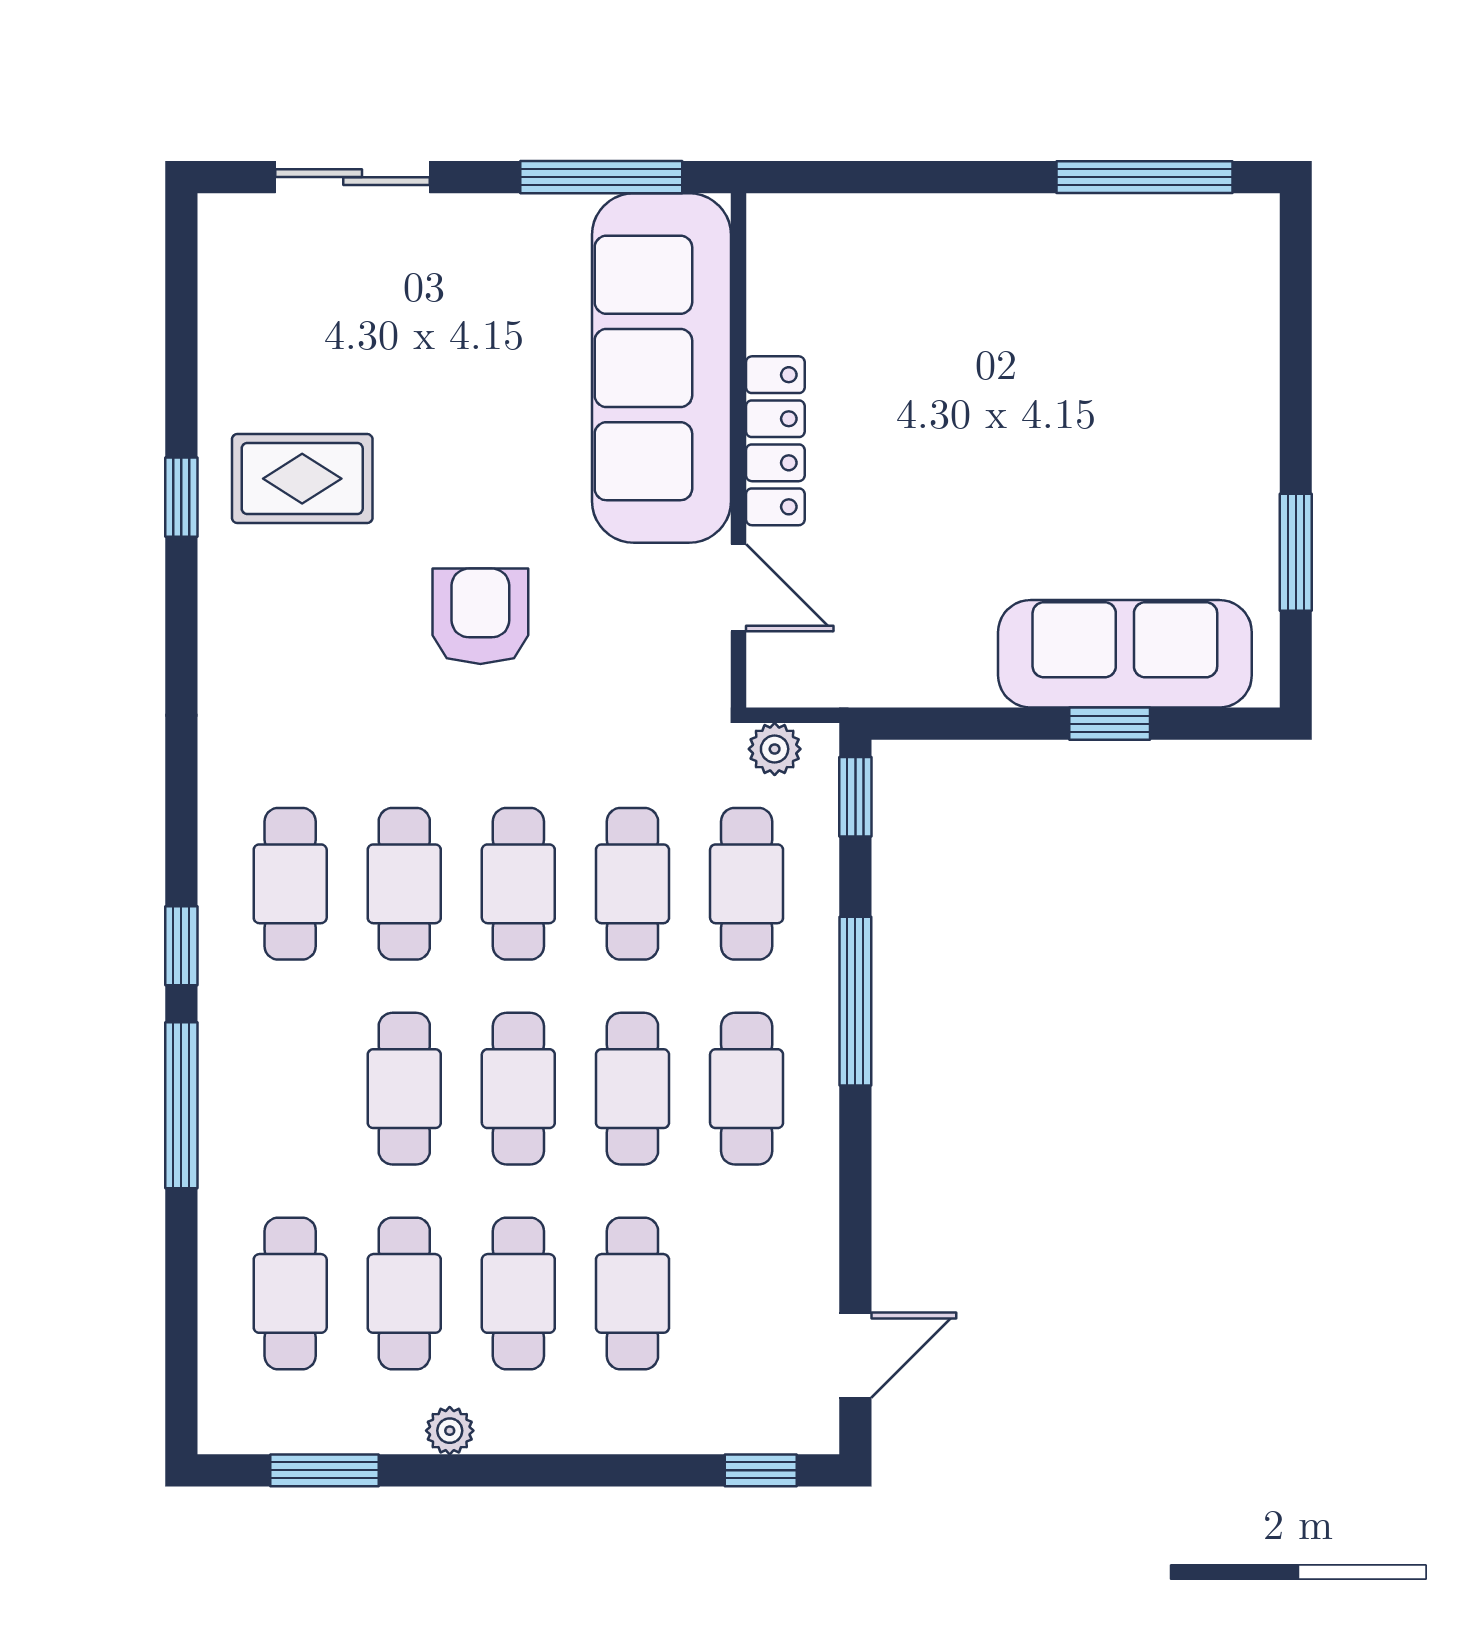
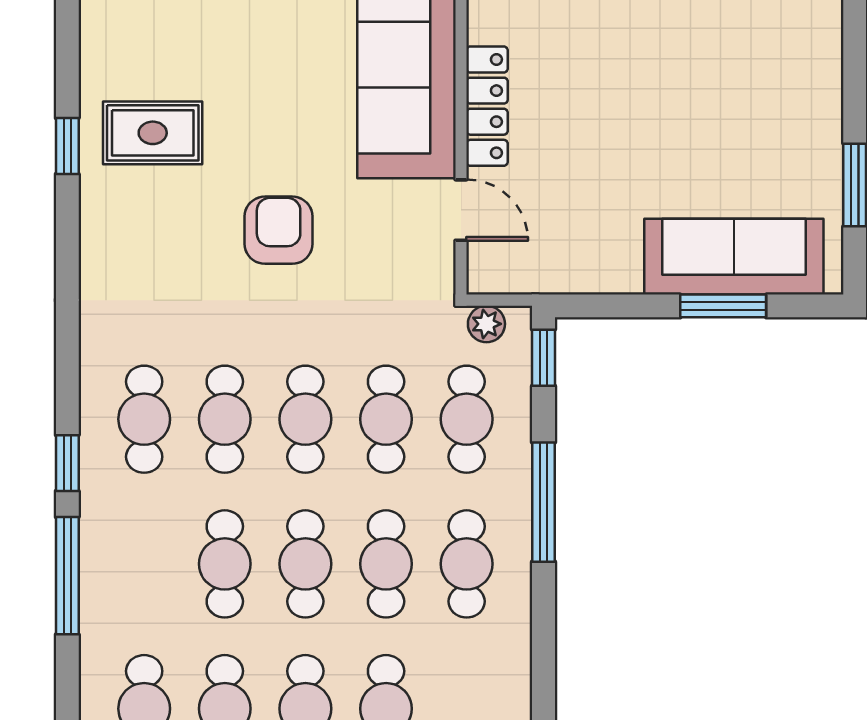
window: (1110, 724) -> (723, 306), width x1.50

